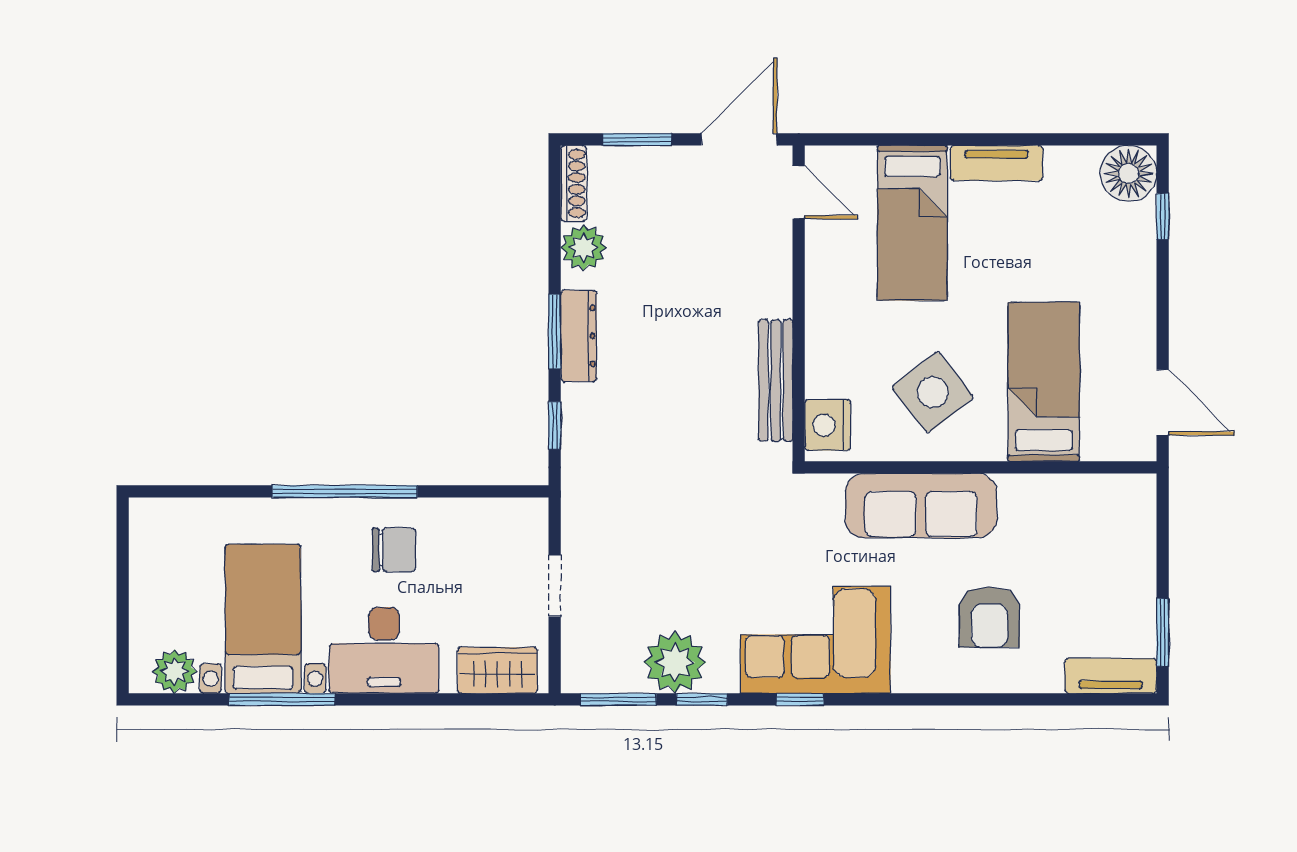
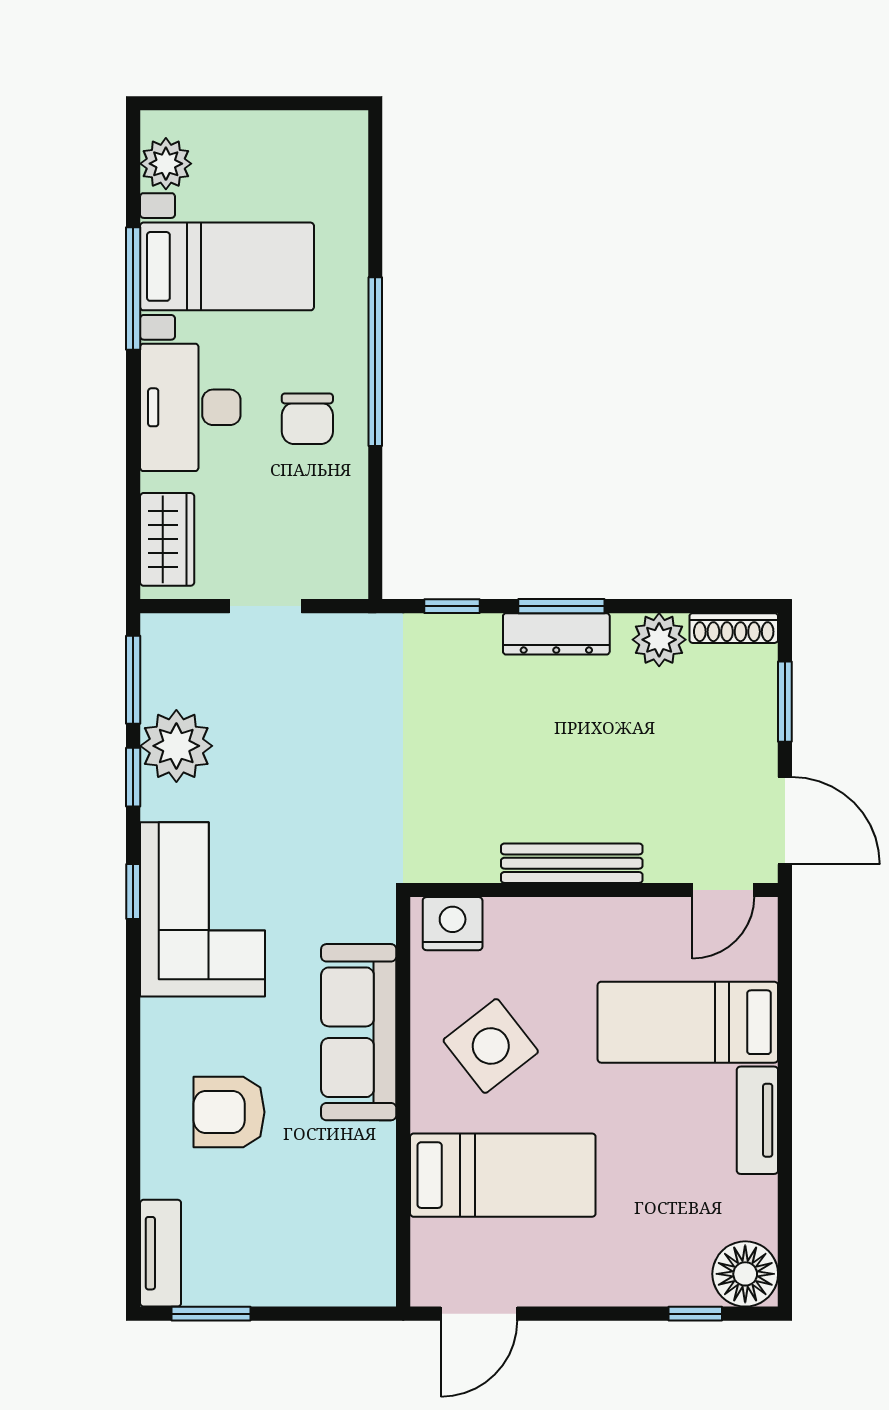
bench: (776, 380) -> (572, 863), moved

